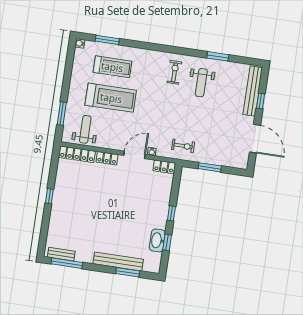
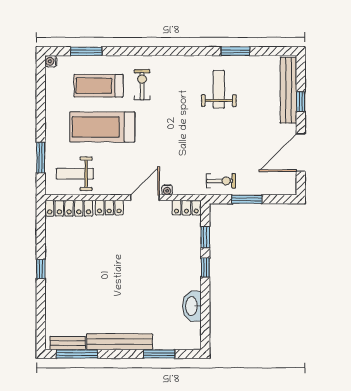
treadmill: (112, 67) -> (98, 86), turned 180
exercise bike: (174, 72) -> (142, 85), moved
weight bench: (201, 83) -> (219, 89), turned 180
treadmill: (111, 98) -> (102, 127), turned 180
weight bench: (85, 129) -> (75, 174), turned -90
door: (255, 139) -> (301, 153), swing flipped
exercise bike: (183, 146) -> (221, 181), moved
window: (167, 242) -> (205, 237), moved
bench: (118, 262) -> (120, 342), moved

